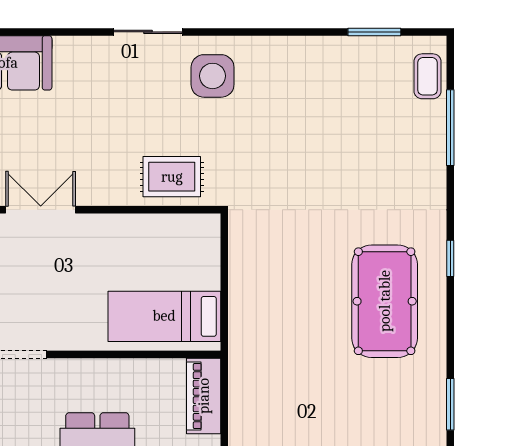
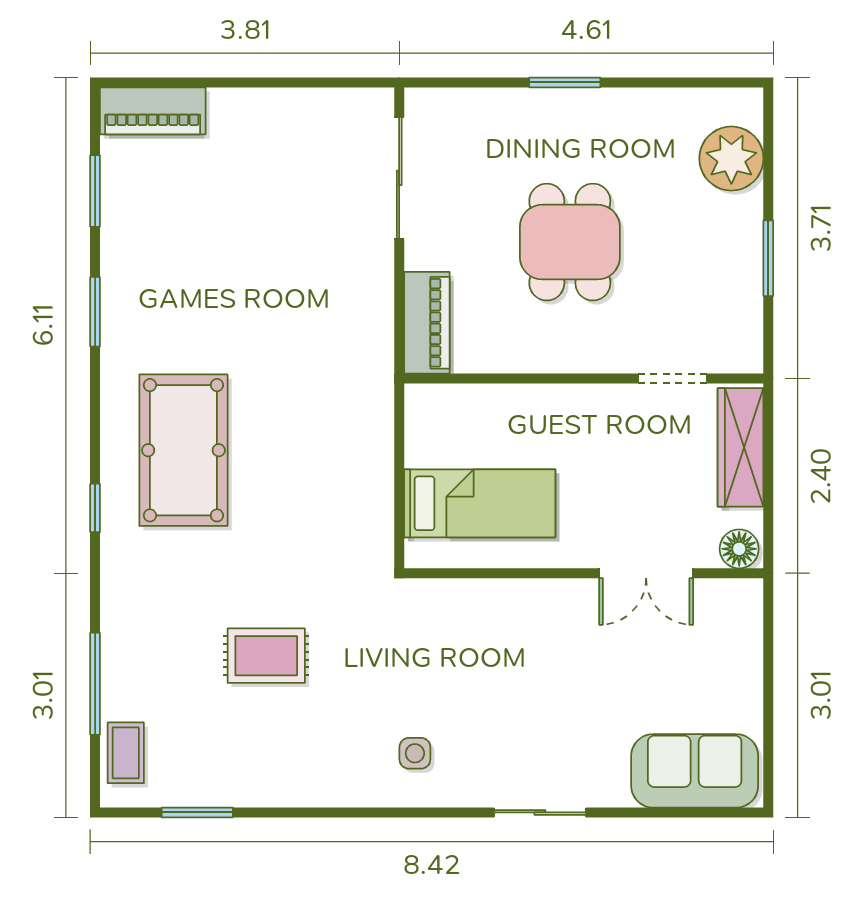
sliding door: (148, 32) -> (540, 812), moved
side table: (213, 76) -> (415, 753), width x0.54, depth x0.54
rug: (172, 177) -> (266, 656), moved
bed: (164, 316) -> (480, 503), moved

